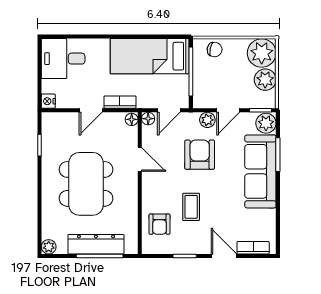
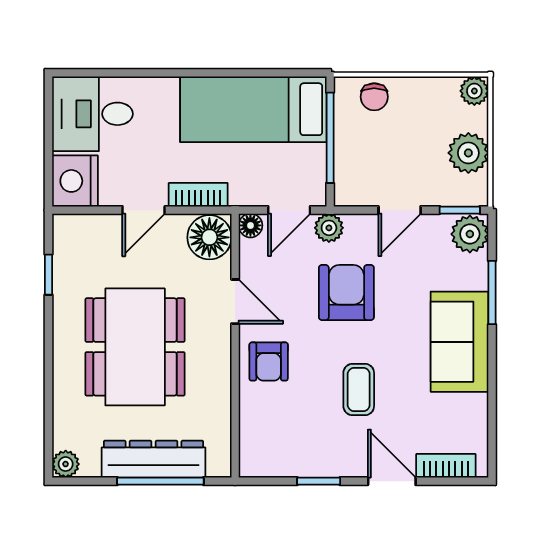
chair: (215, 50) -> (374, 97), turned 78
plant: (262, 53) -> (474, 91), width x0.53, depth x0.53
nightstand: (48, 101) -> (75, 181), width x1.89, depth x1.79
floor lamp: (132, 119) -> (209, 237), width x1.89, depth x1.89
plant: (207, 120) -> (329, 228), moved
sofa: (260, 171) -> (460, 342), width x0.73
coffee table: (191, 207) -> (359, 389), moved
armchair: (159, 224) -> (269, 362), moved

